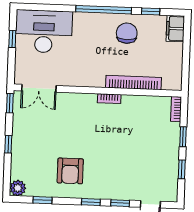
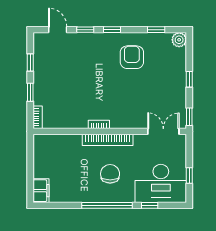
window: (151, 11) -> (150, 205), moved
chair: (127, 33) -> (110, 174), moved, turned 180
bookcase: (134, 83) -> (108, 140), moved

